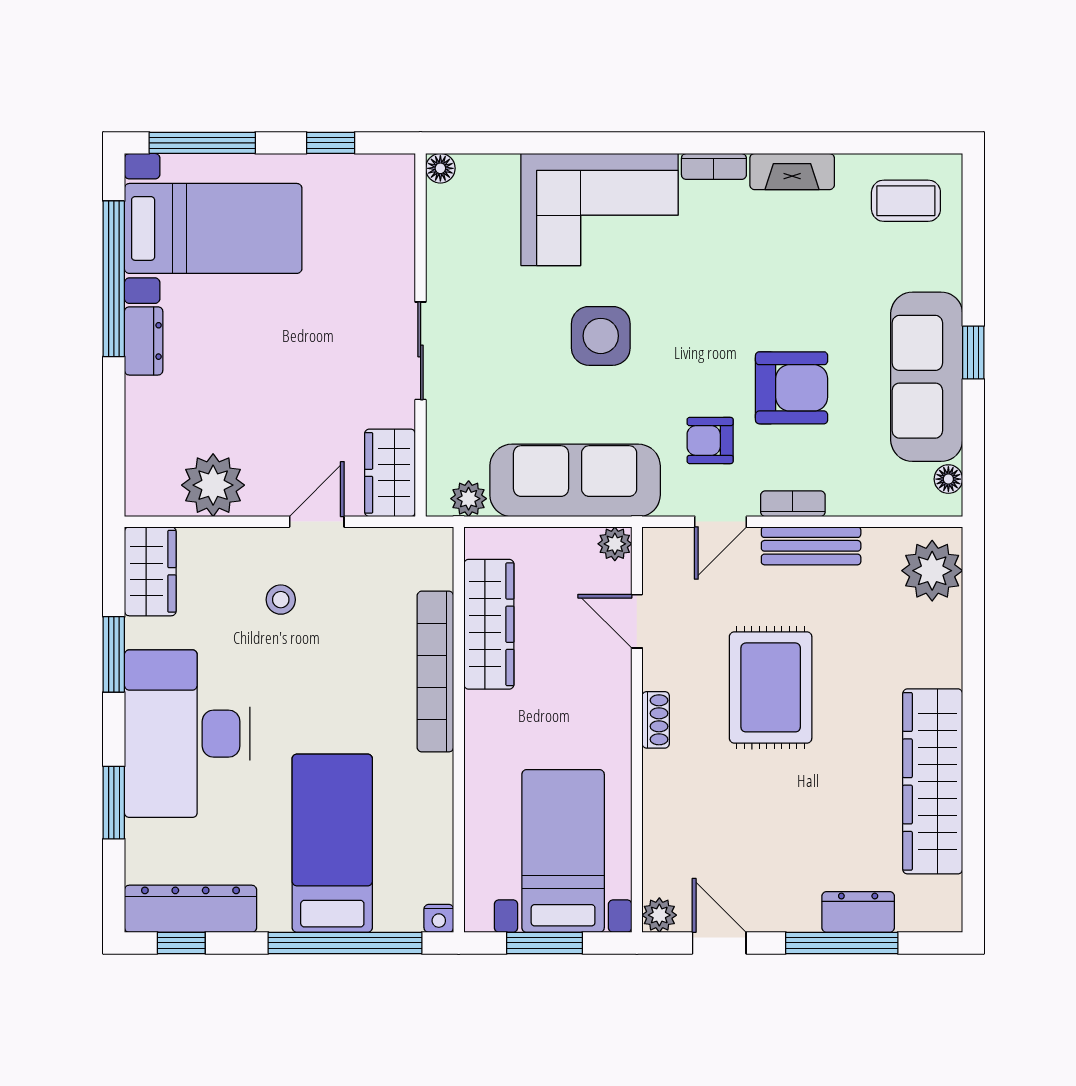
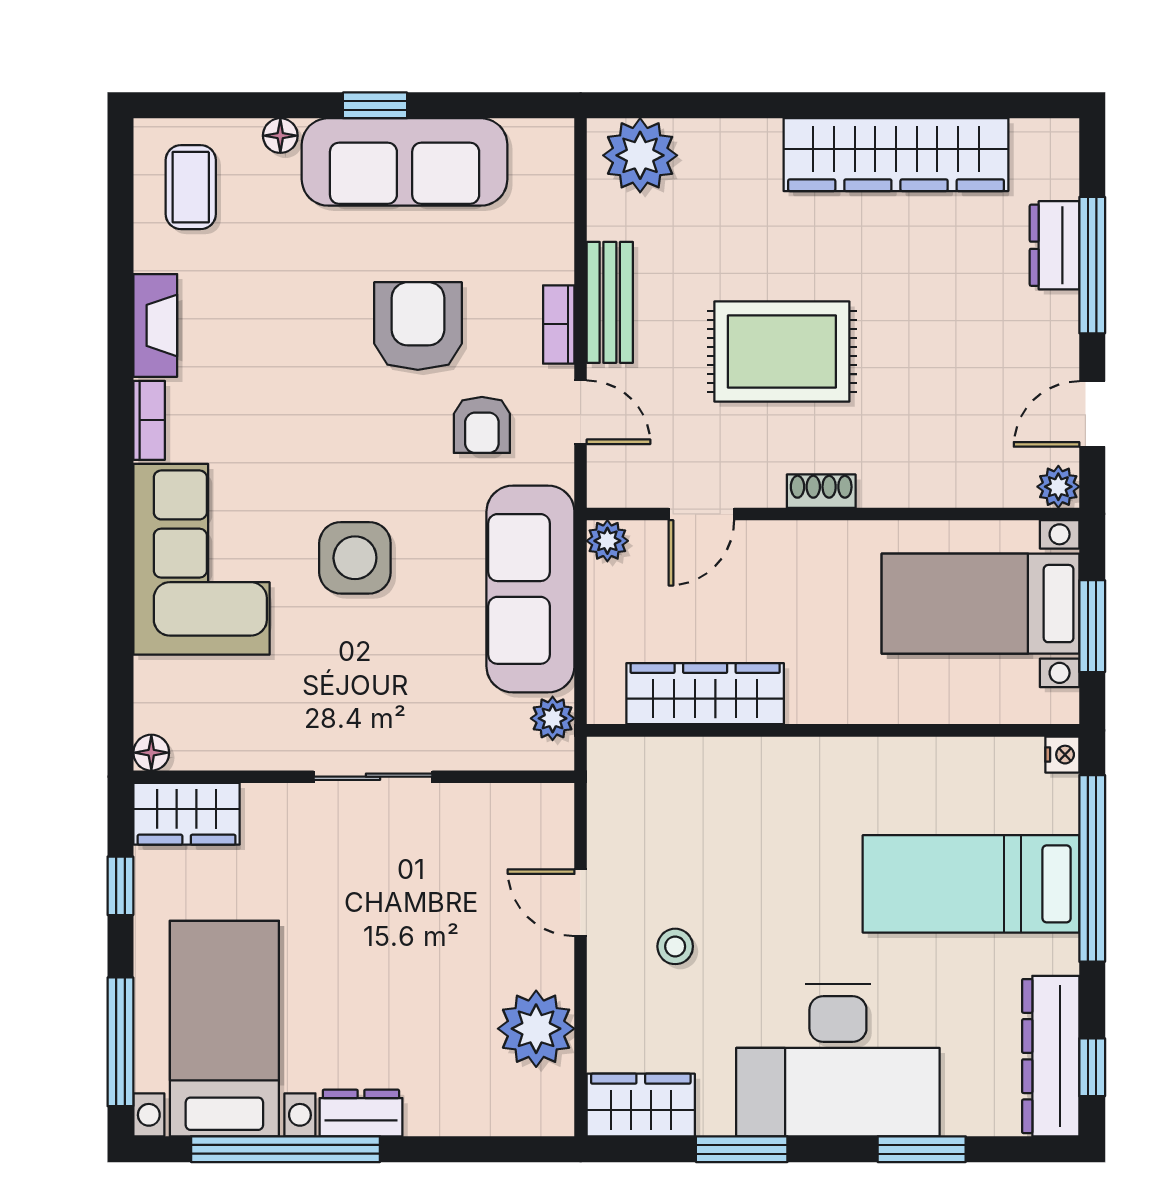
wardrobe: (390, 473) -> (187, 814), moved
floor lamp: (948, 479) -> (280, 136), moved
bookcase: (435, 672) -> (763, 759), removed

